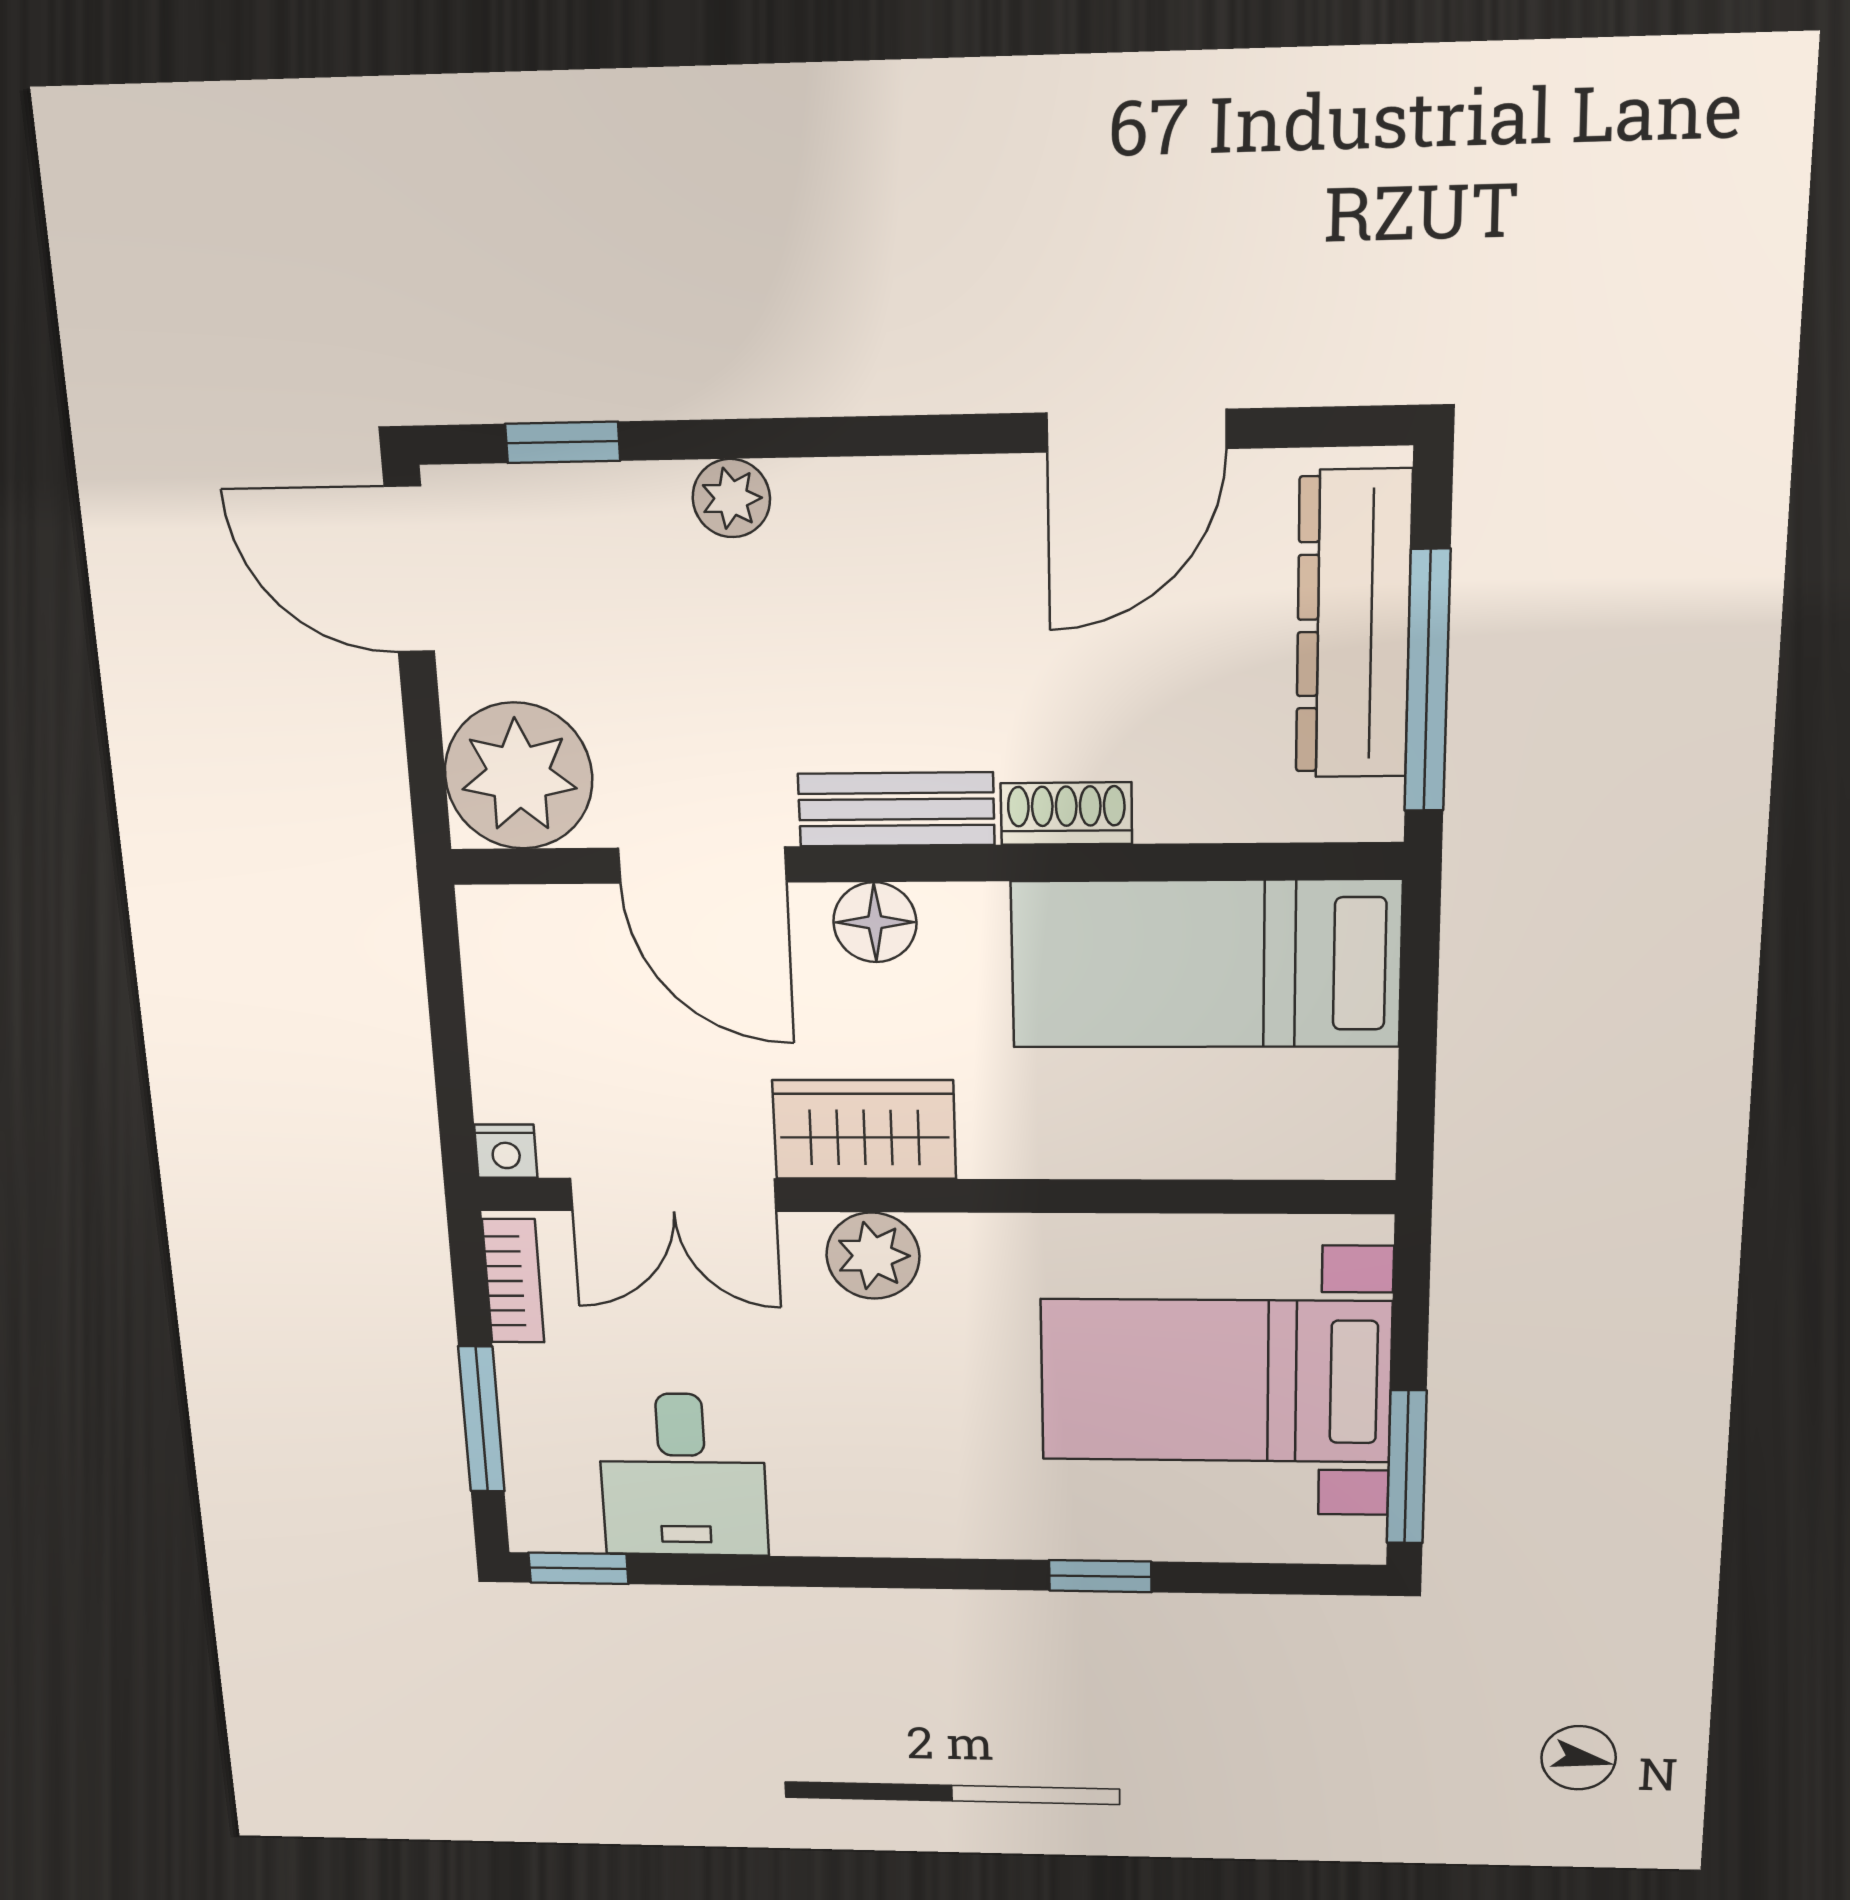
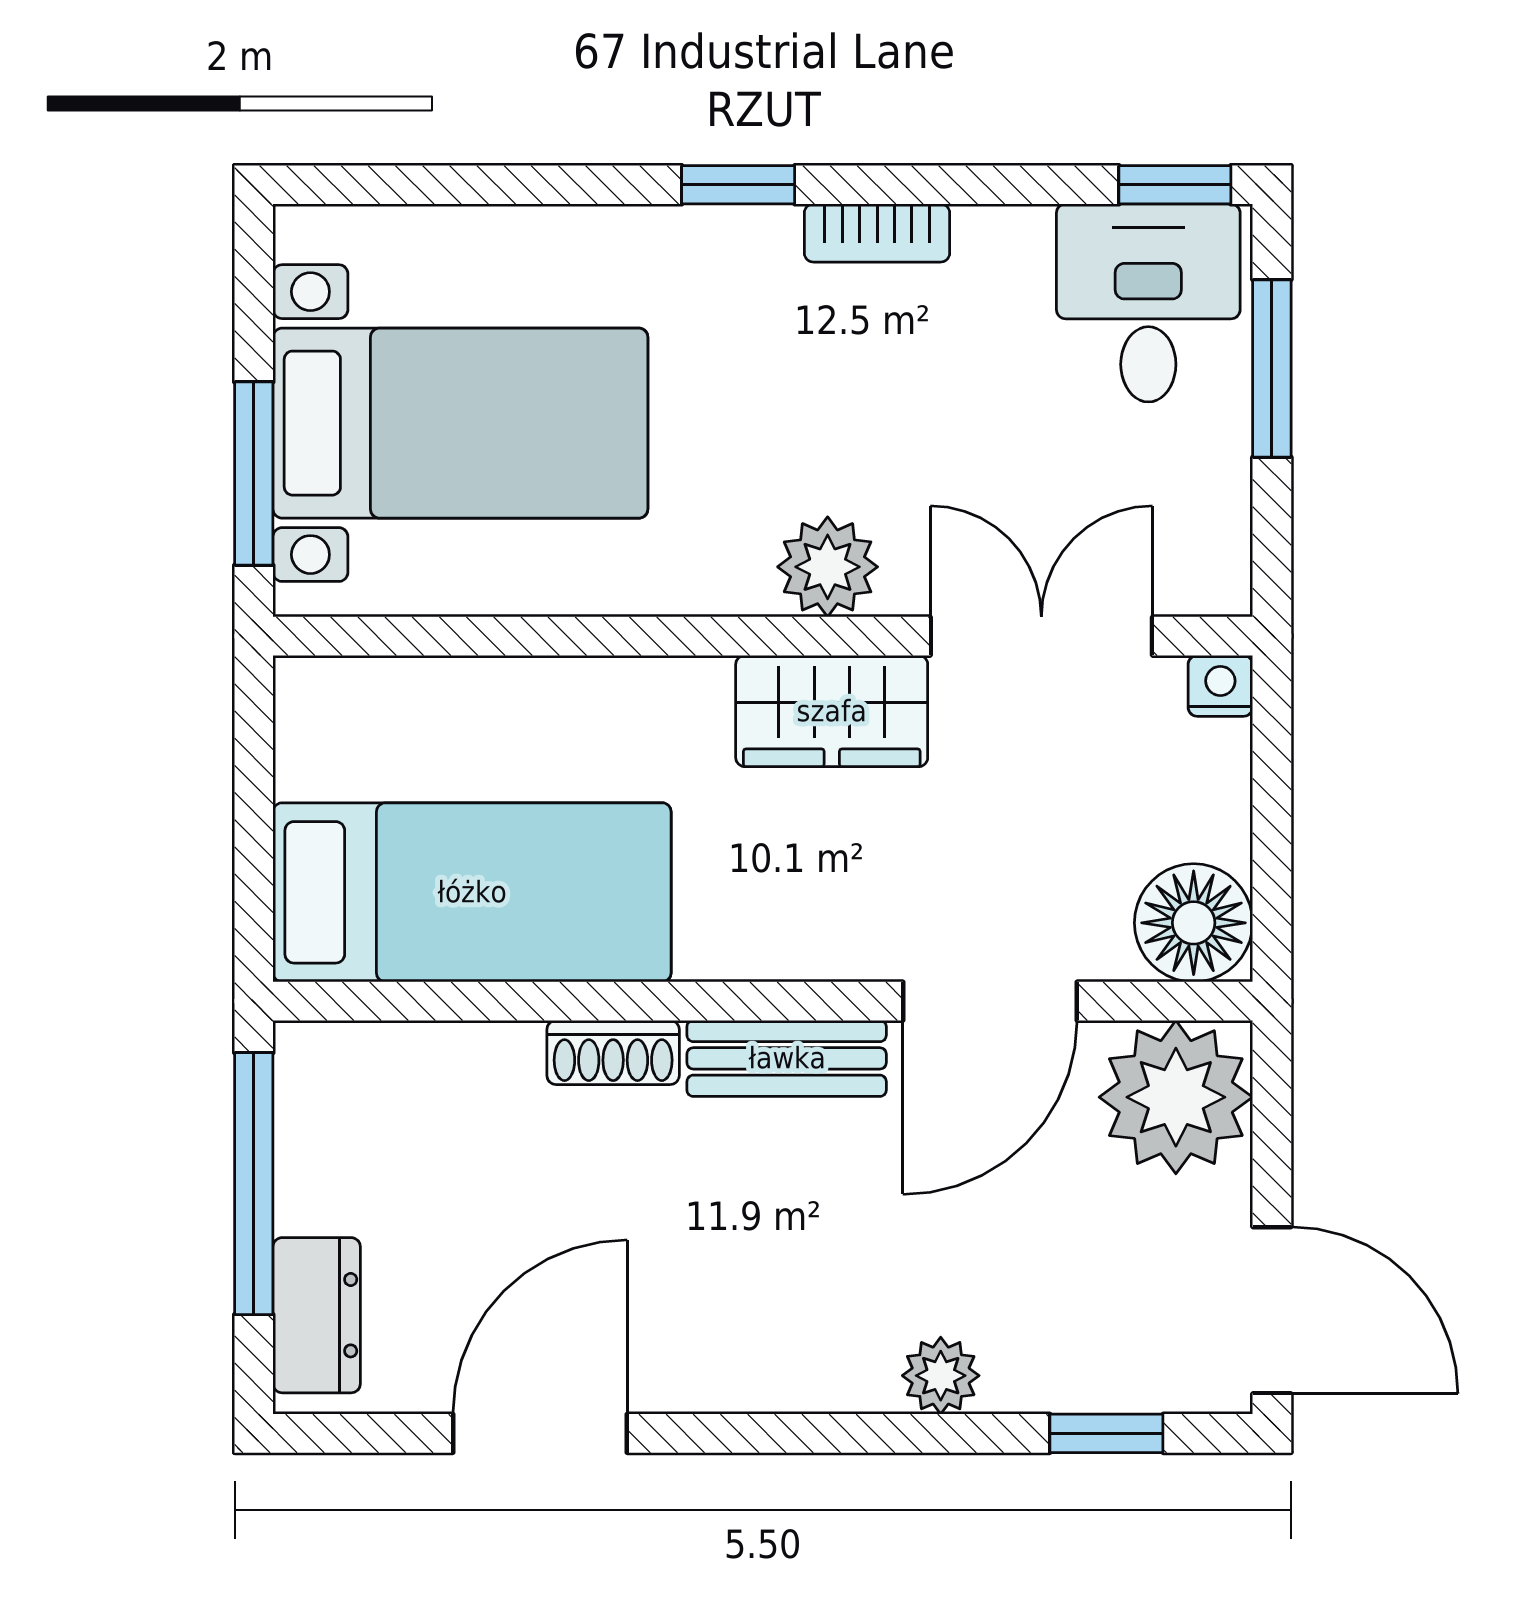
dresser: (1353, 625) -> (317, 1315), width x0.51, depth x0.80
door: (702, 865) -> (990, 1001), swing flipped
floor lamp: (875, 922) -> (1194, 923), moved, width x1.38, depth x1.38
bookcase: (513, 1281) -> (877, 233), moved, turned -90
window: (1407, 1467) -> (254, 474), moved
desk: (683, 1475) -> (1148, 303), moved
window: (1100, 1576) -> (738, 185), moved

